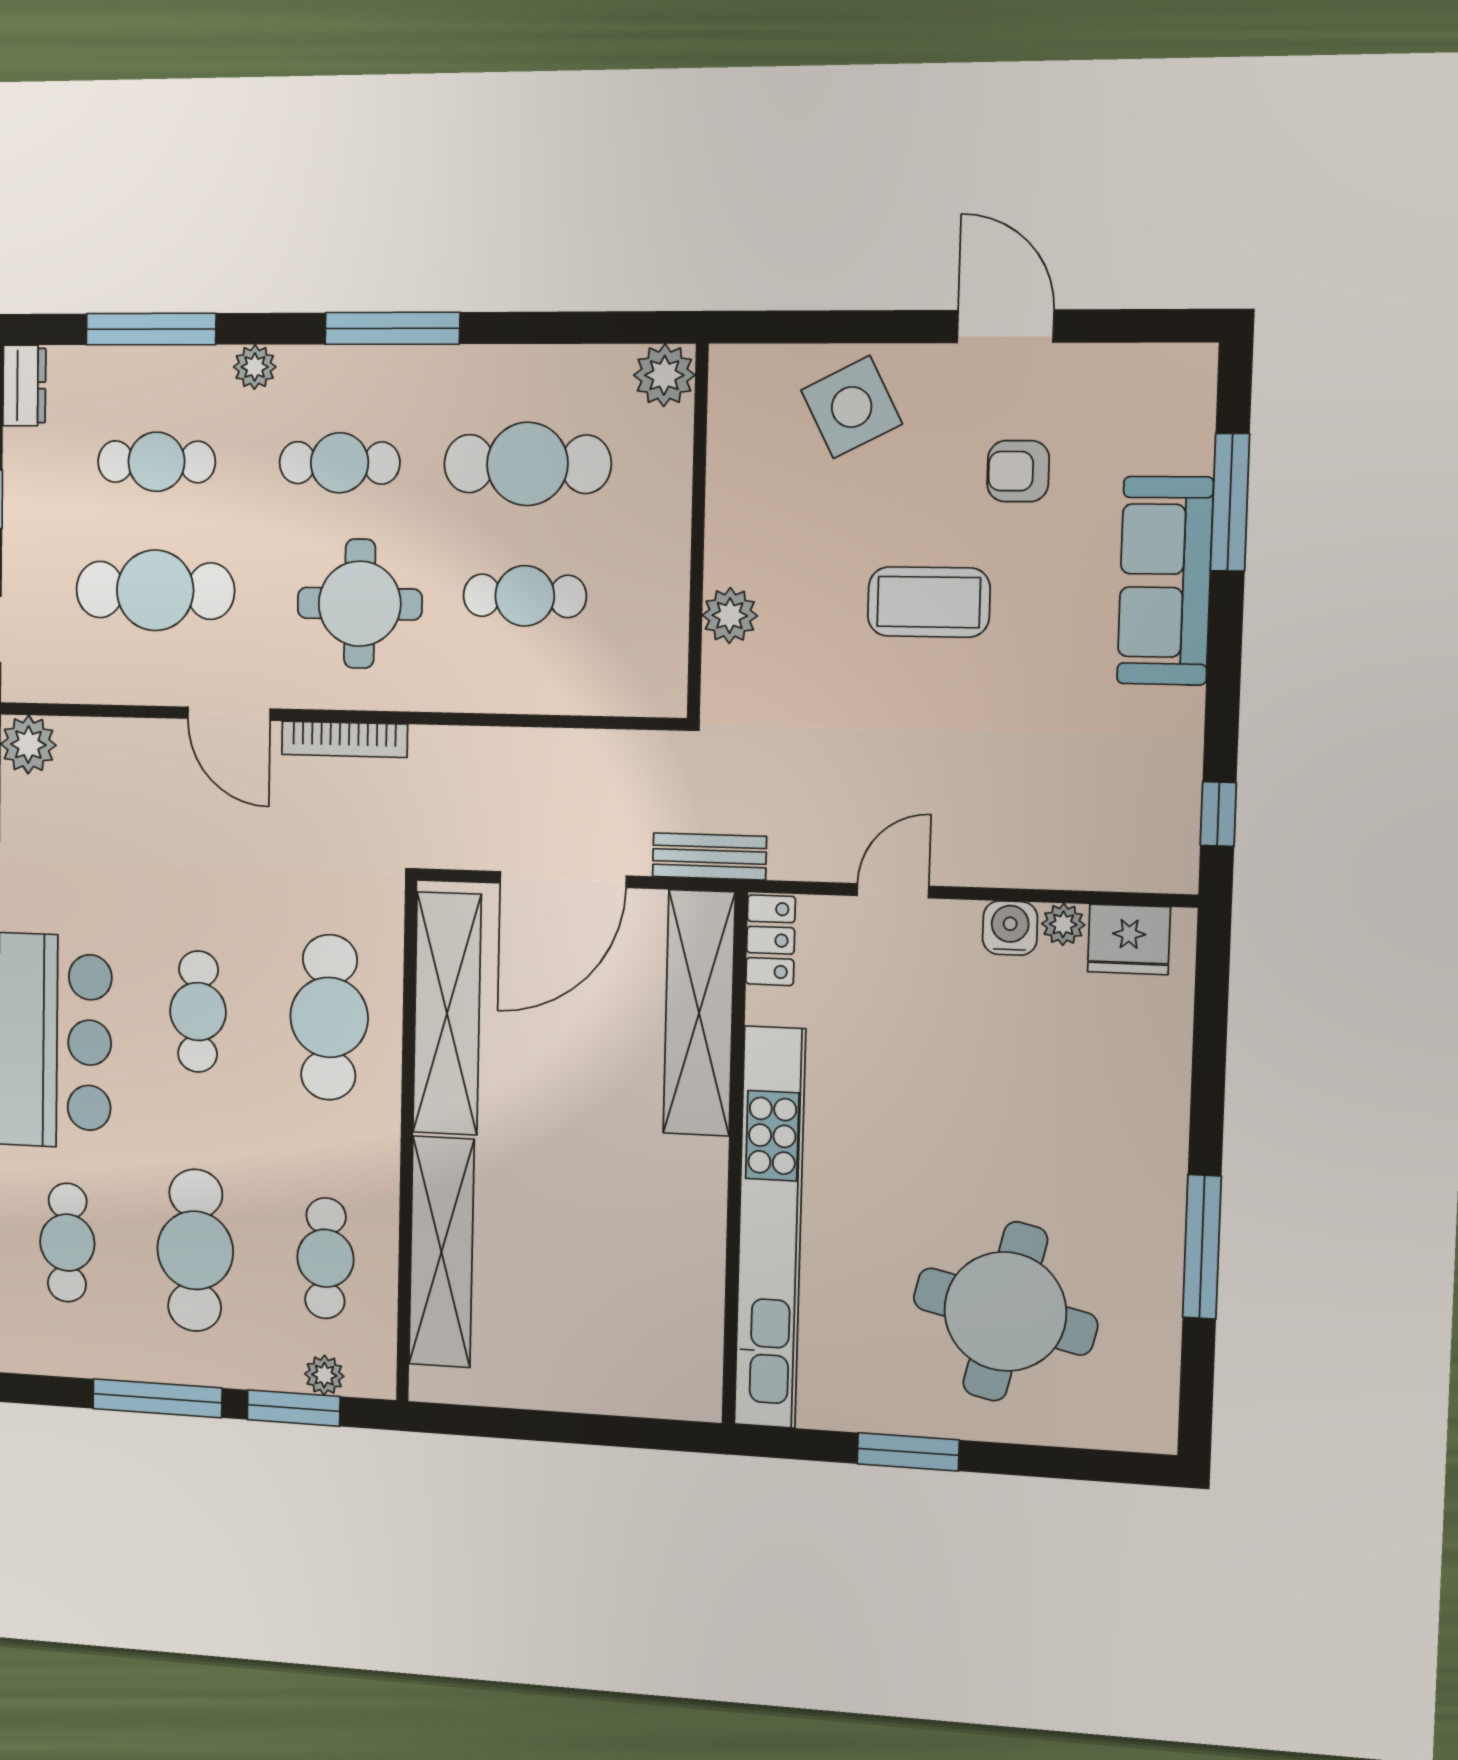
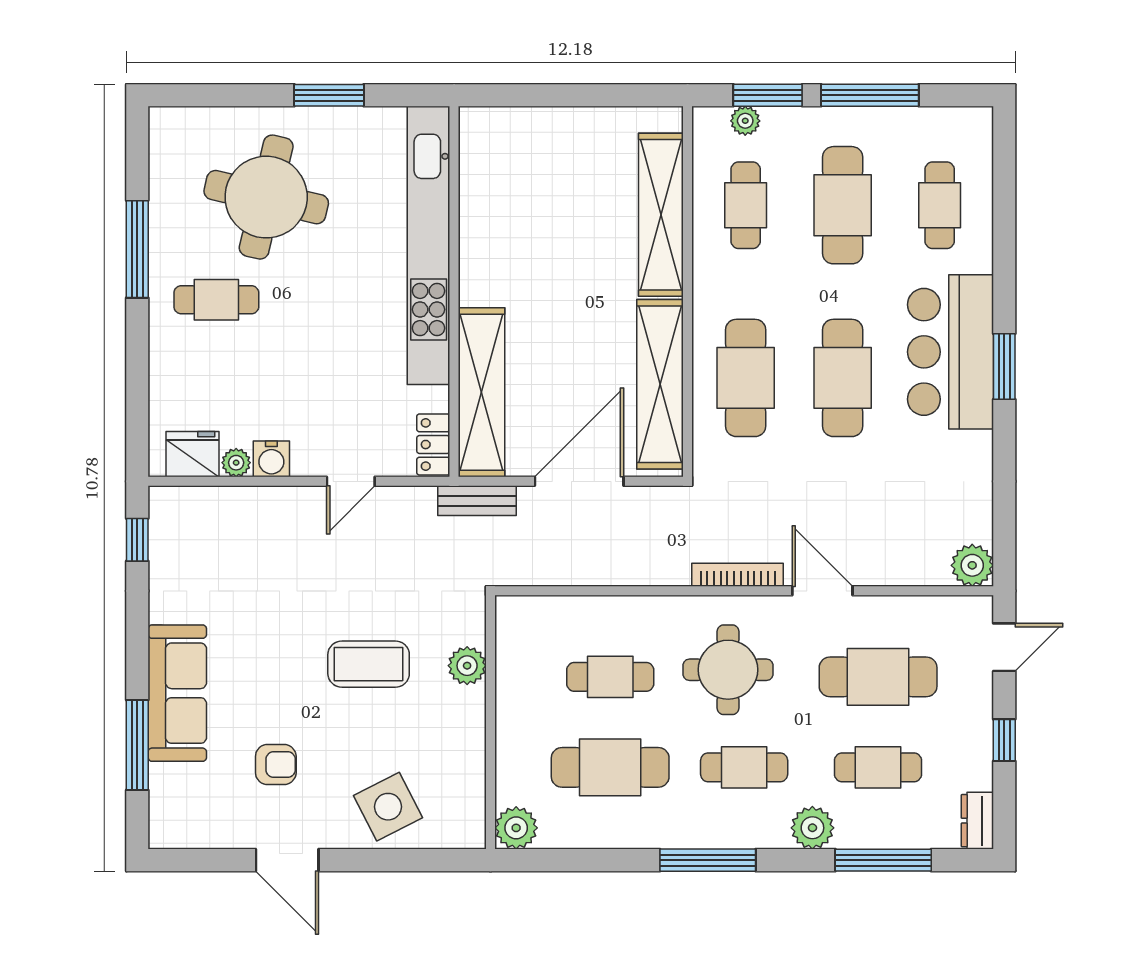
plant: (255, 367) -> (812, 828), width x1.38, depth x1.38
coffee table: (929, 602) -> (369, 664), moved
cafe table: (198, 1012) -> (843, 378), width x1.37, depth x1.35
cafe table: (1085, 1166) -> (216, 300), added

